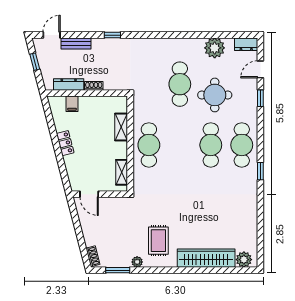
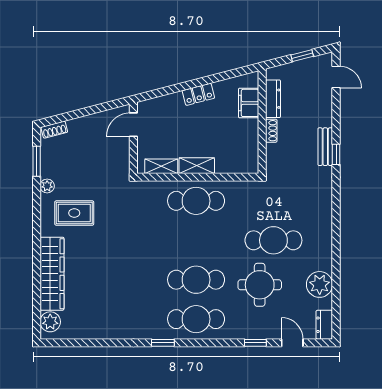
bench: (76, 43) -> (325, 147), moved
filing cabinet: (72, 104) -> (249, 103), width x2.00
shelving: (121, 127) -> (197, 166), moved

